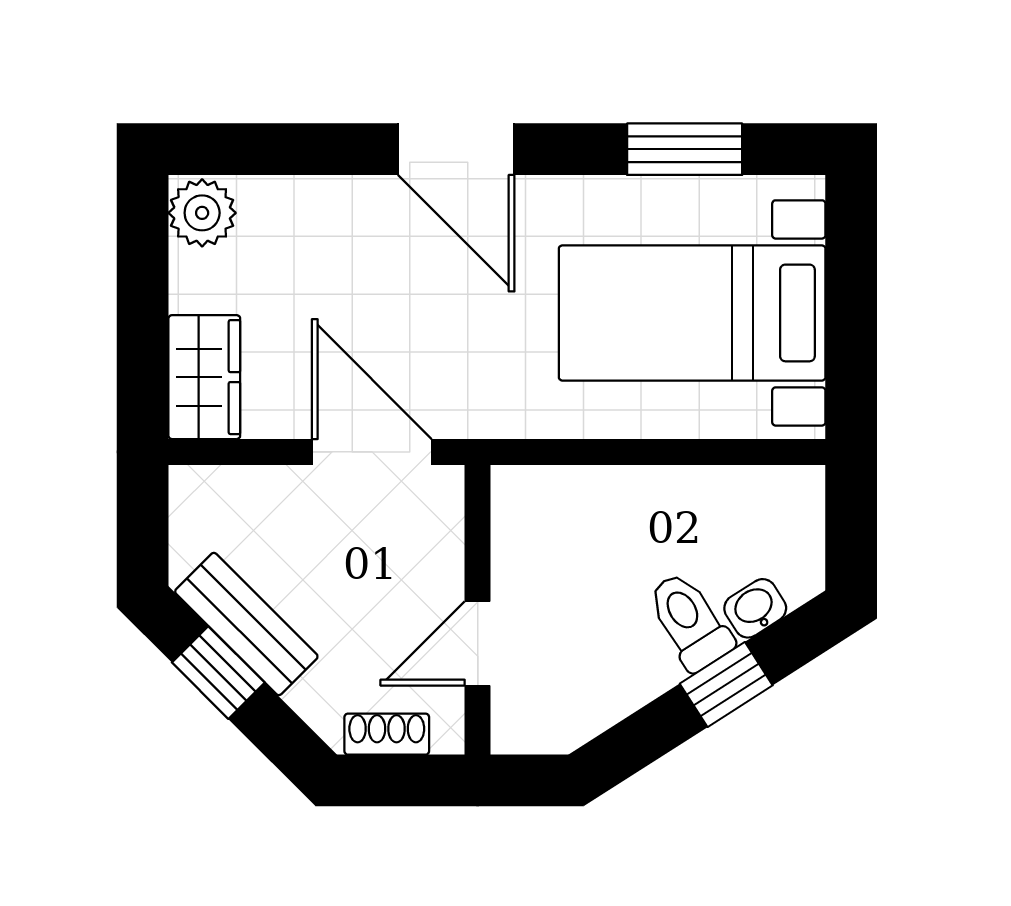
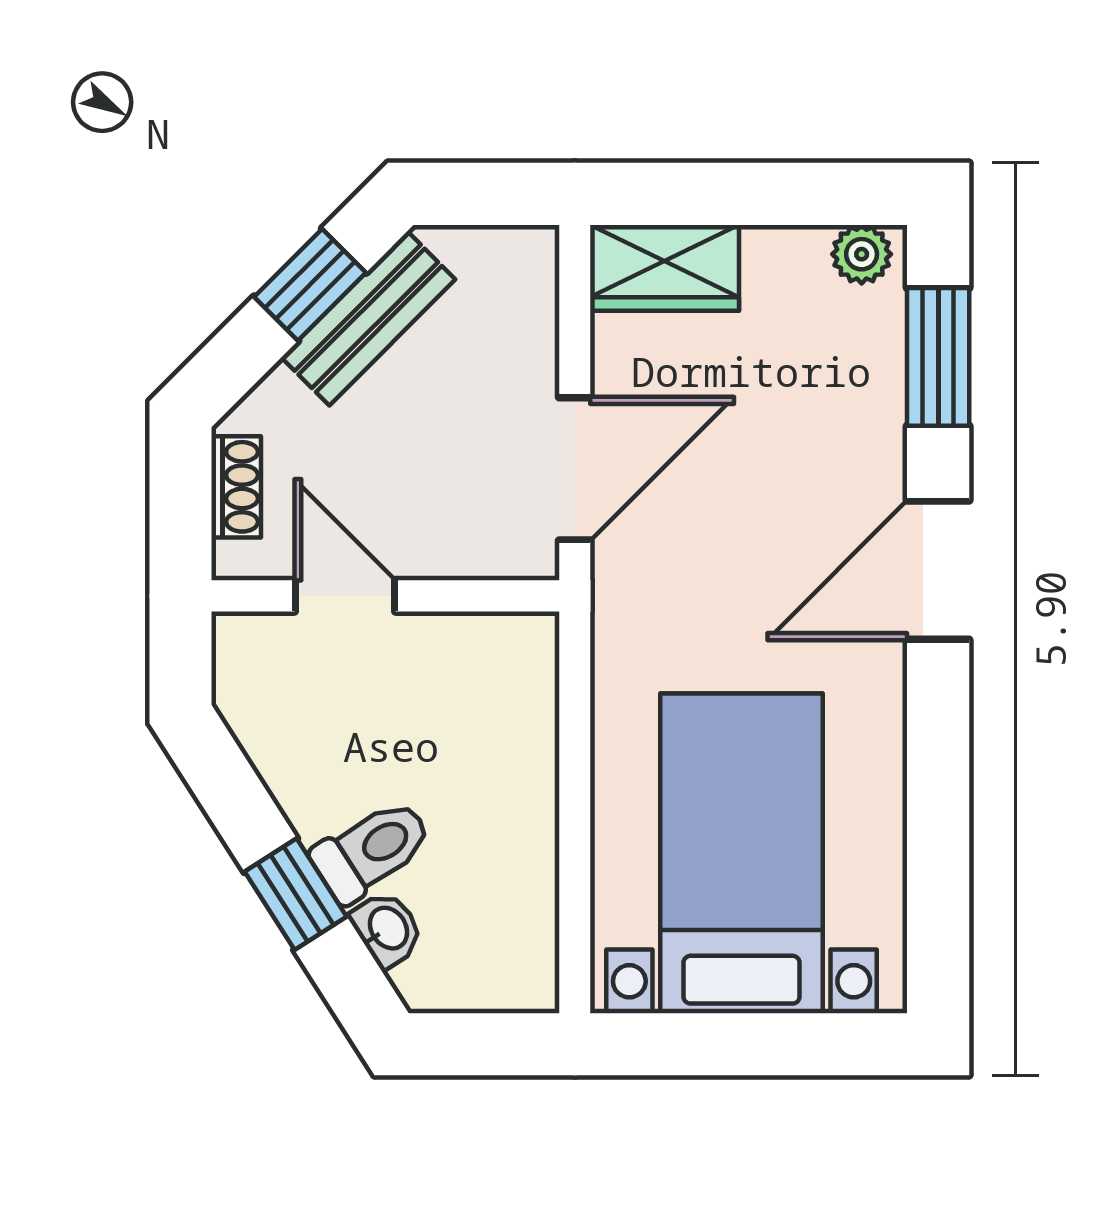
window: (685, 149) -> (938, 357), moved
plant: (202, 213) -> (862, 254), width x0.73, depth x0.73

